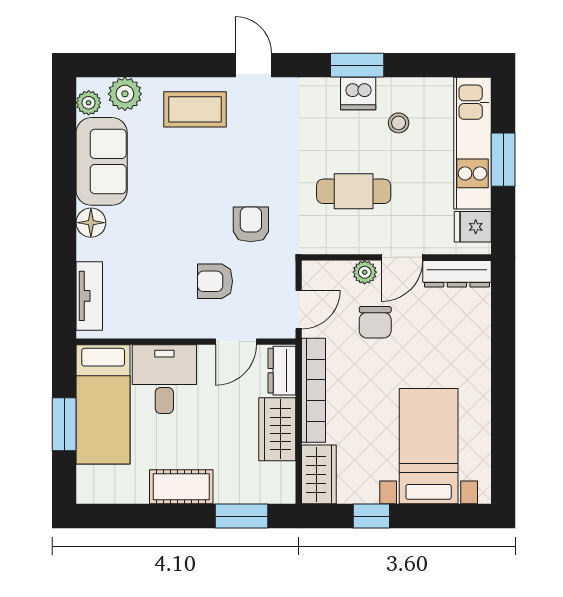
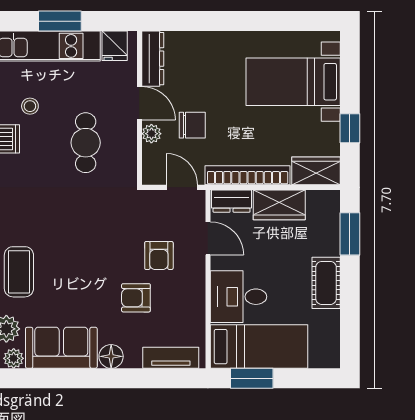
armchair: (251, 224) -> (136, 298), moved
window: (64, 424) -> (252, 378), moved

